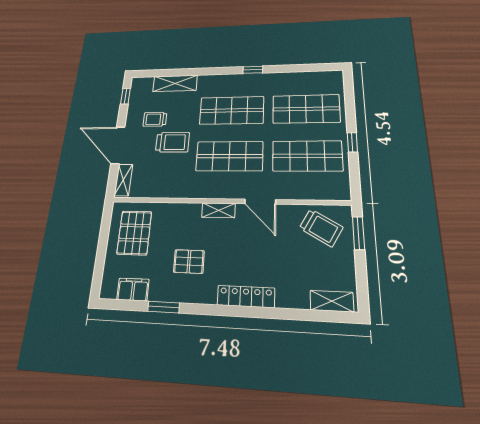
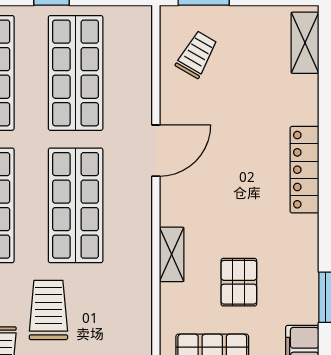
shelving: (218, 210) -> (172, 254), moved
trolley: (321, 228) -> (197, 54), width x0.73, depth x0.72
pallet: (189, 261) -> (239, 282), moved

